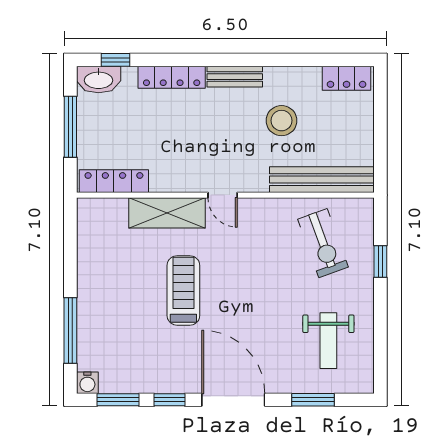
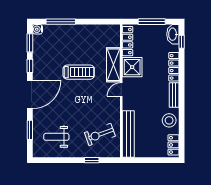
stool: (281, 121) -> (169, 120), moved
shower: (172, 171) -> (132, 67), added

